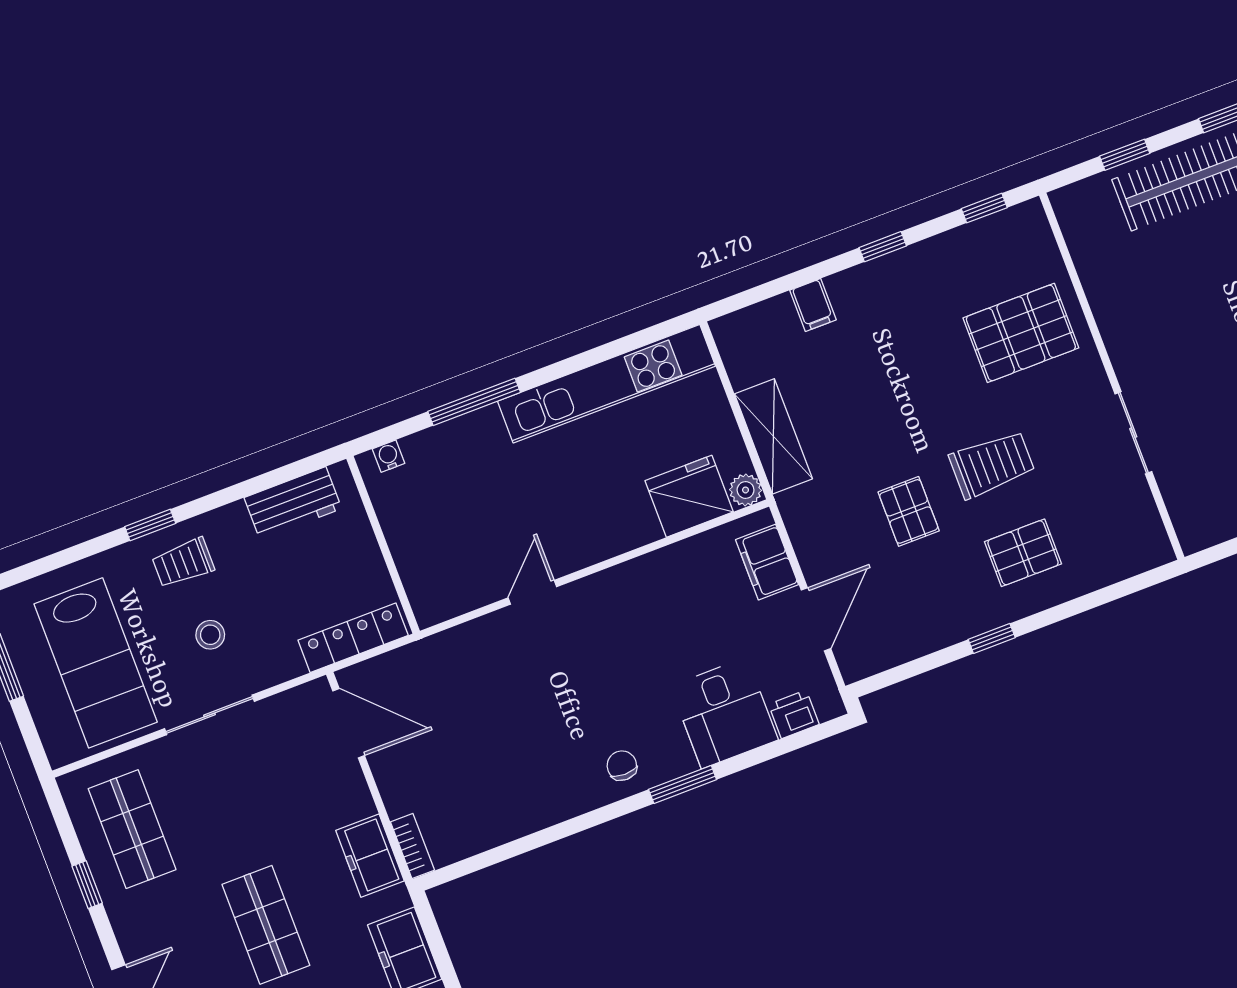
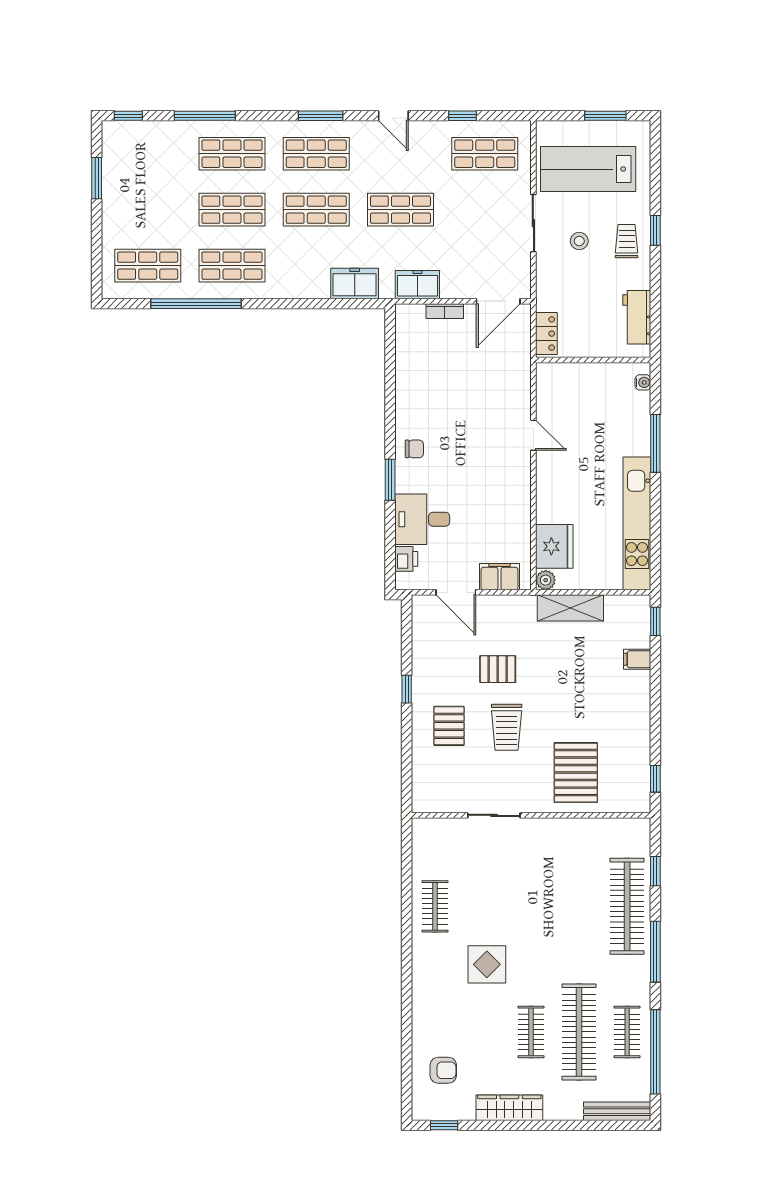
window: (883, 247) -> (655, 621), moved
locker: (353, 638) -> (546, 334), width x0.66
bookcase: (412, 846) -> (445, 311), moved

